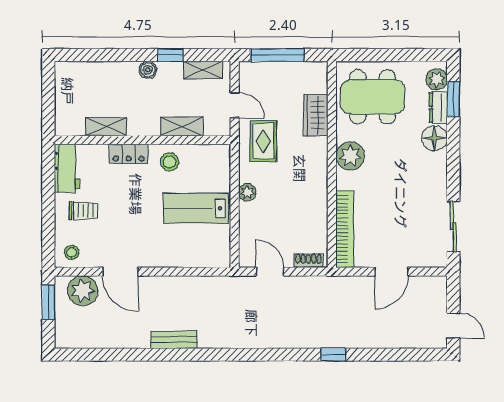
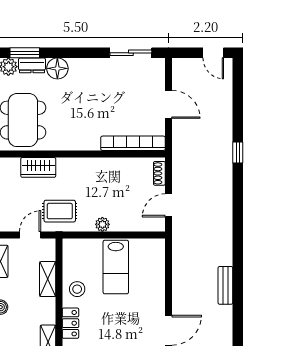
plant: (350, 156) -> (72, 139), removed
door: (453, 325) -> (213, 53), swing flipped

